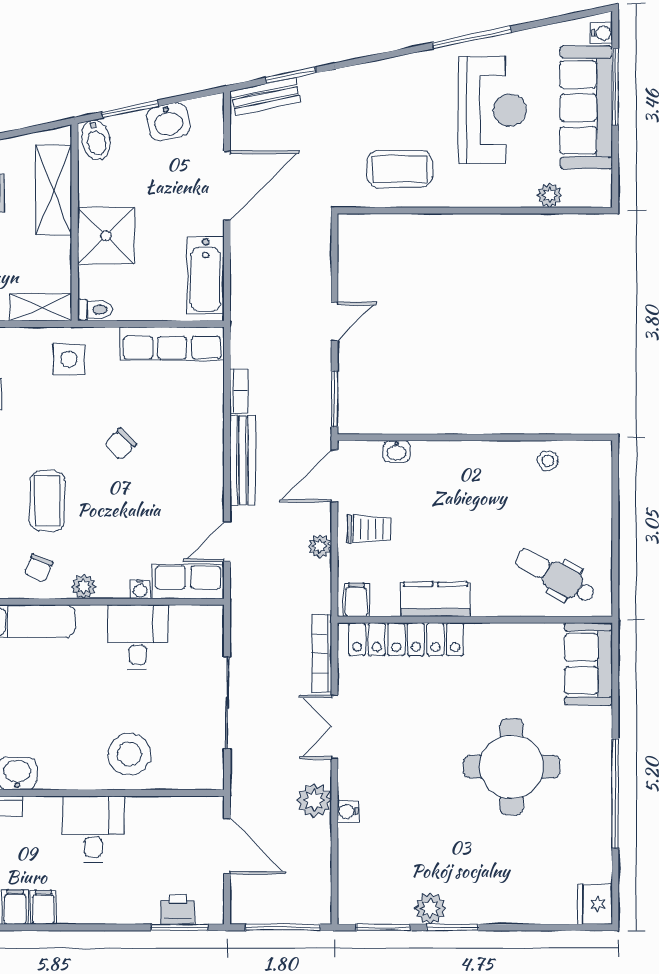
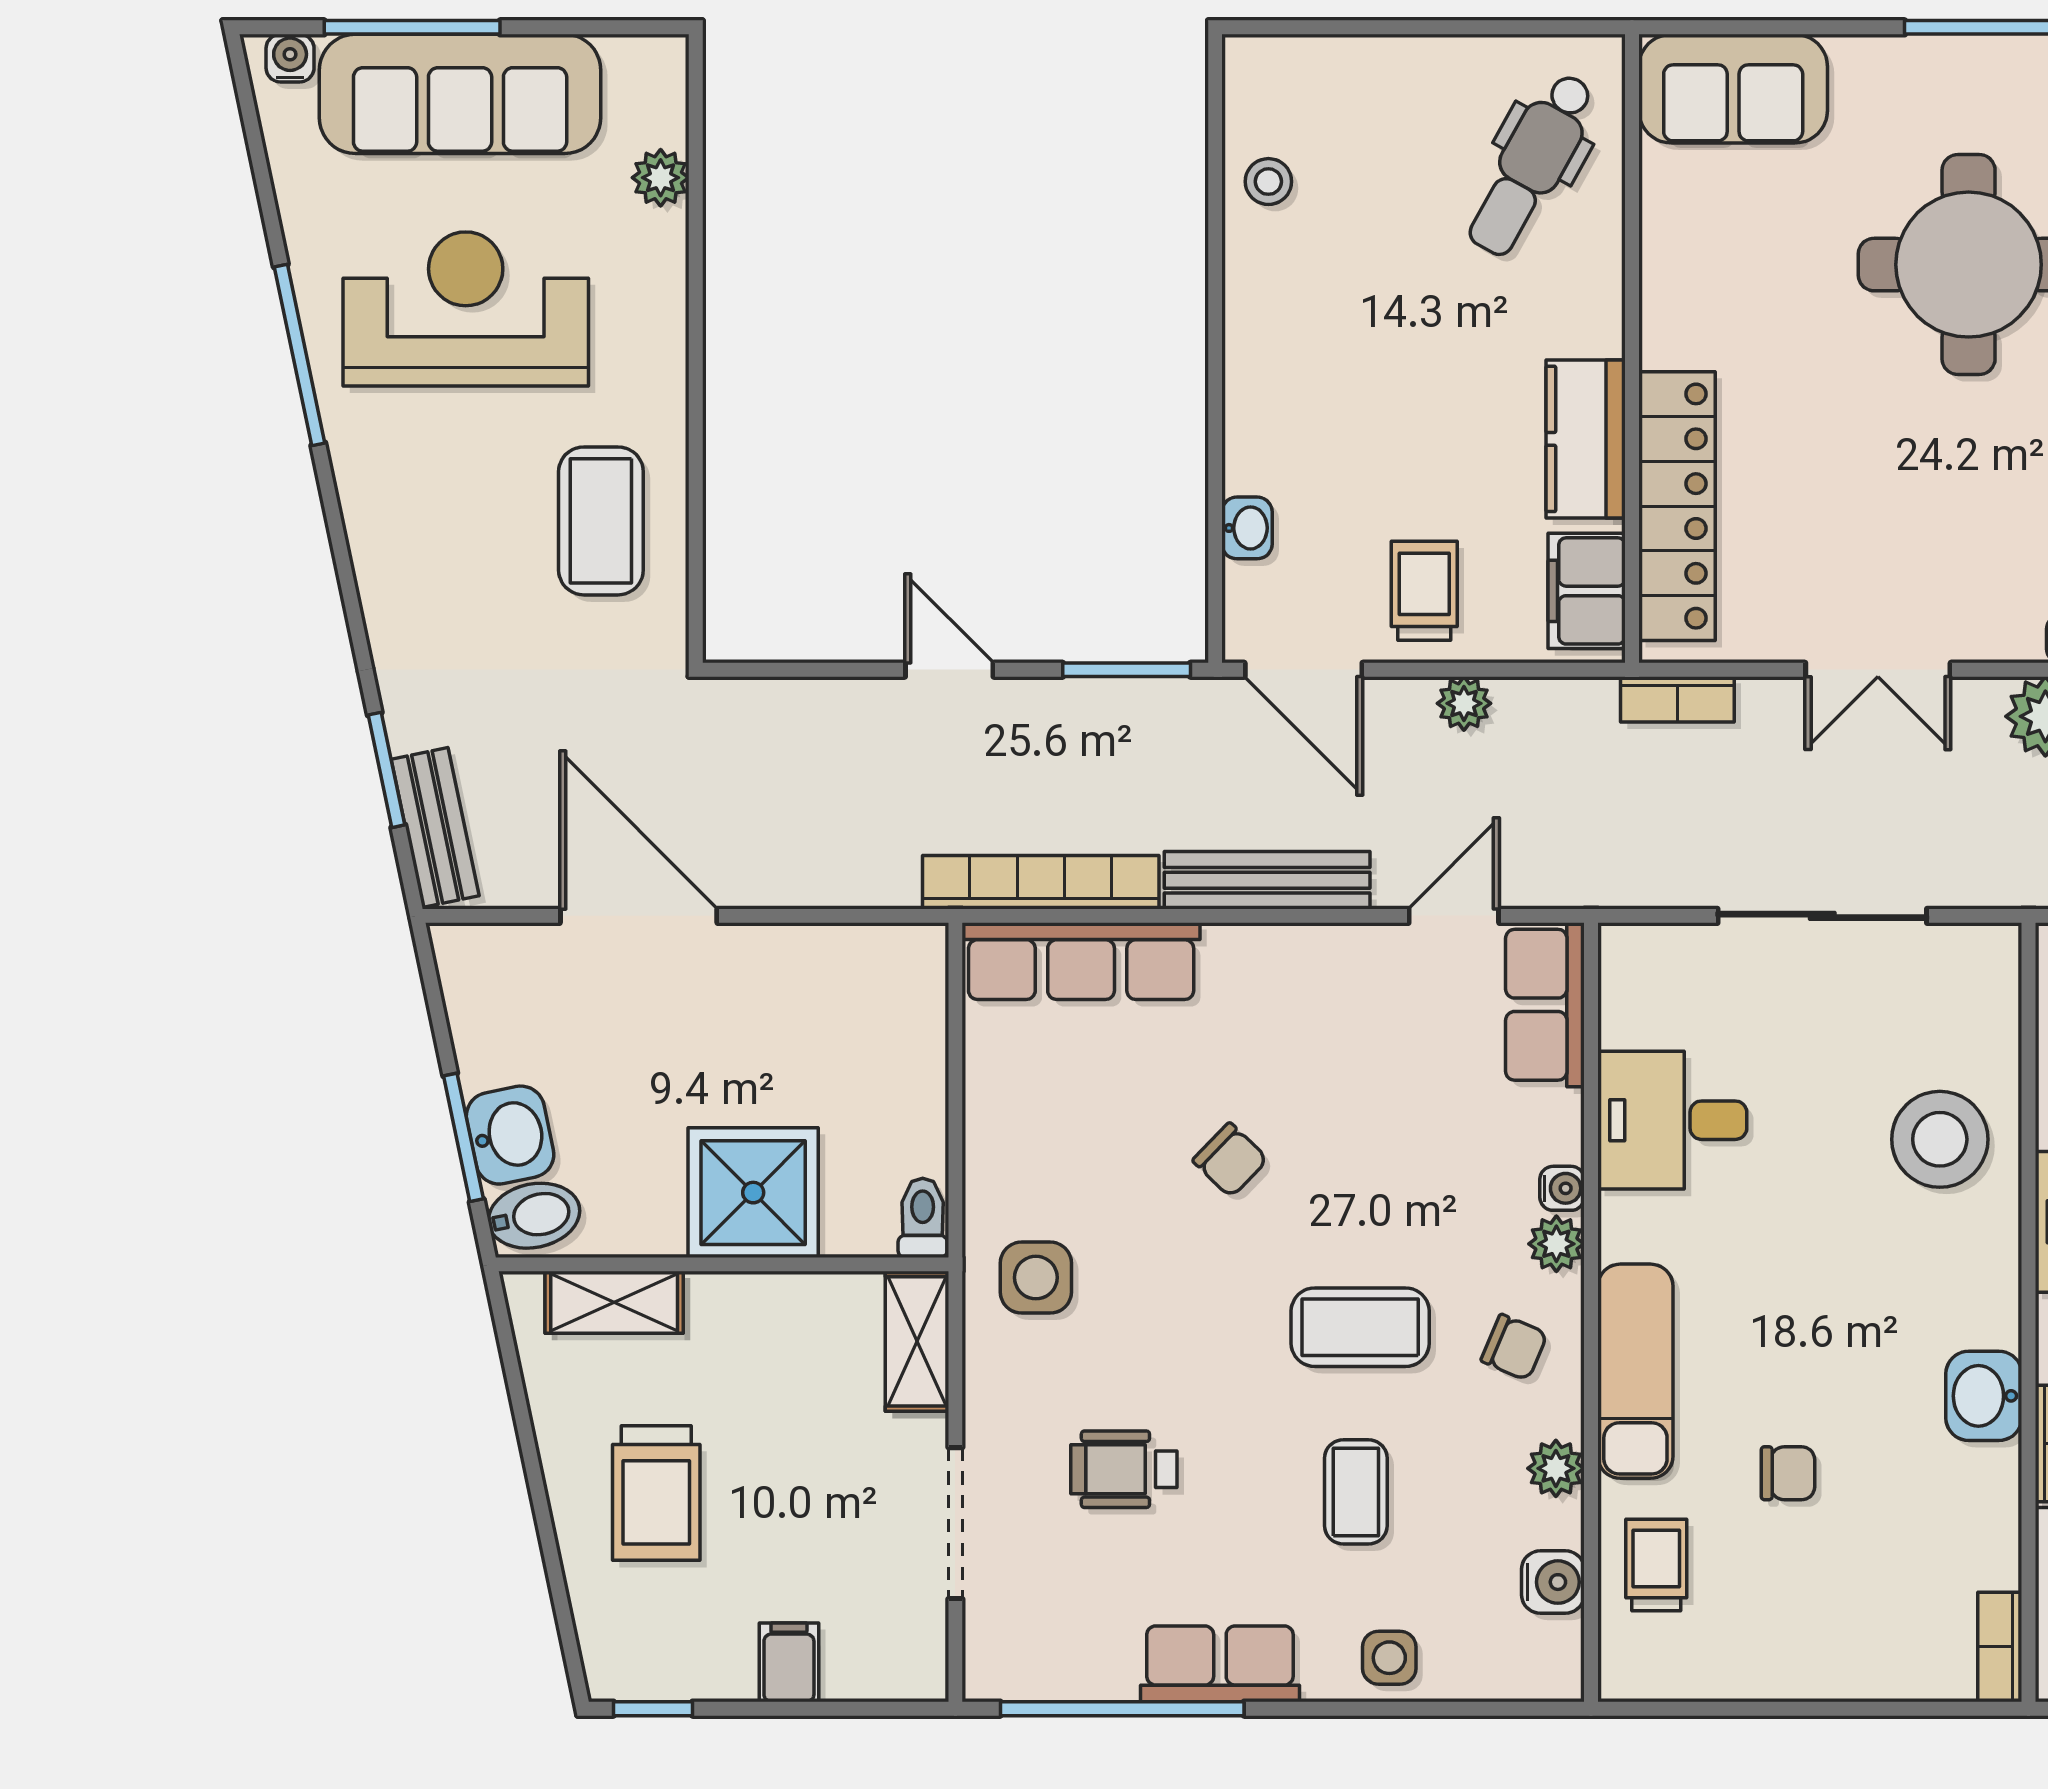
washbasin: (168, 122) -> (510, 1135), moved
shelving: (54, 190) -> (614, 1302), width x0.67, depth x0.75
bathtub: (206, 275) -> (844, 965), removed
row of seats: (172, 344) -> (1081, 961), moved, turned 90
bookcase: (239, 391) -> (1041, 882), width x2.31, depth x1.31
door: (227, 542) -> (1454, 916), swing flipped
water cooler: (140, 589) -> (1562, 1188), moved
filing cabinet: (356, 600) -> (1587, 591), width x2.00
bookcase: (322, 653) -> (1677, 699), width x0.64

